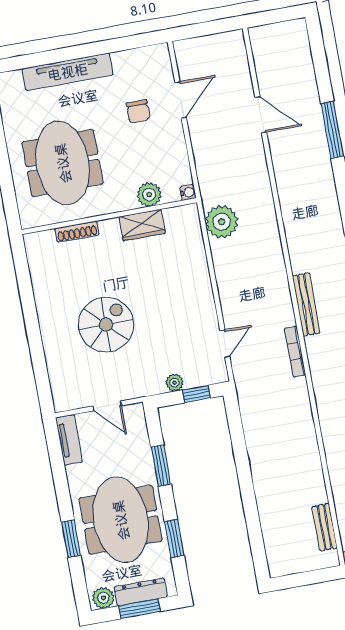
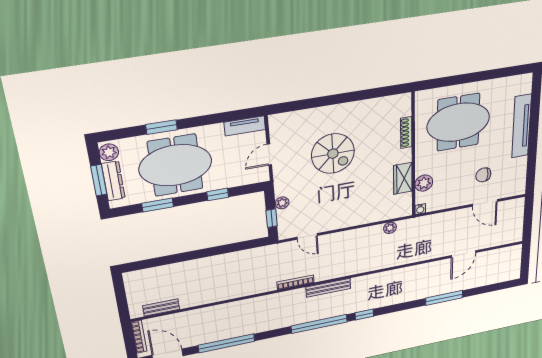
plant: (222, 222) -> (390, 228), width x0.53, depth x0.53
window: (161, 466) -> (218, 194), width x0.67

